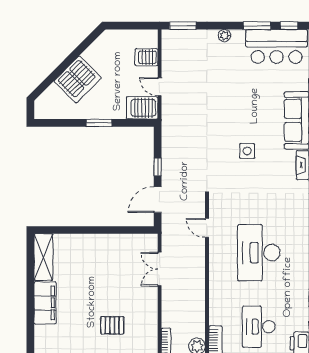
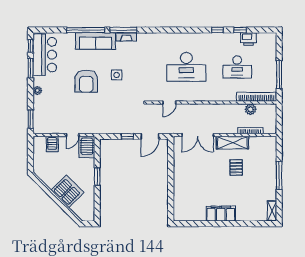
armchair: (238, 107) -> (86, 81), added
door: (158, 200) -> (150, 136), hinge flipped
shelving: (43, 257) -> (232, 143), moved
double door: (160, 269) -> (198, 135), width x1.37

